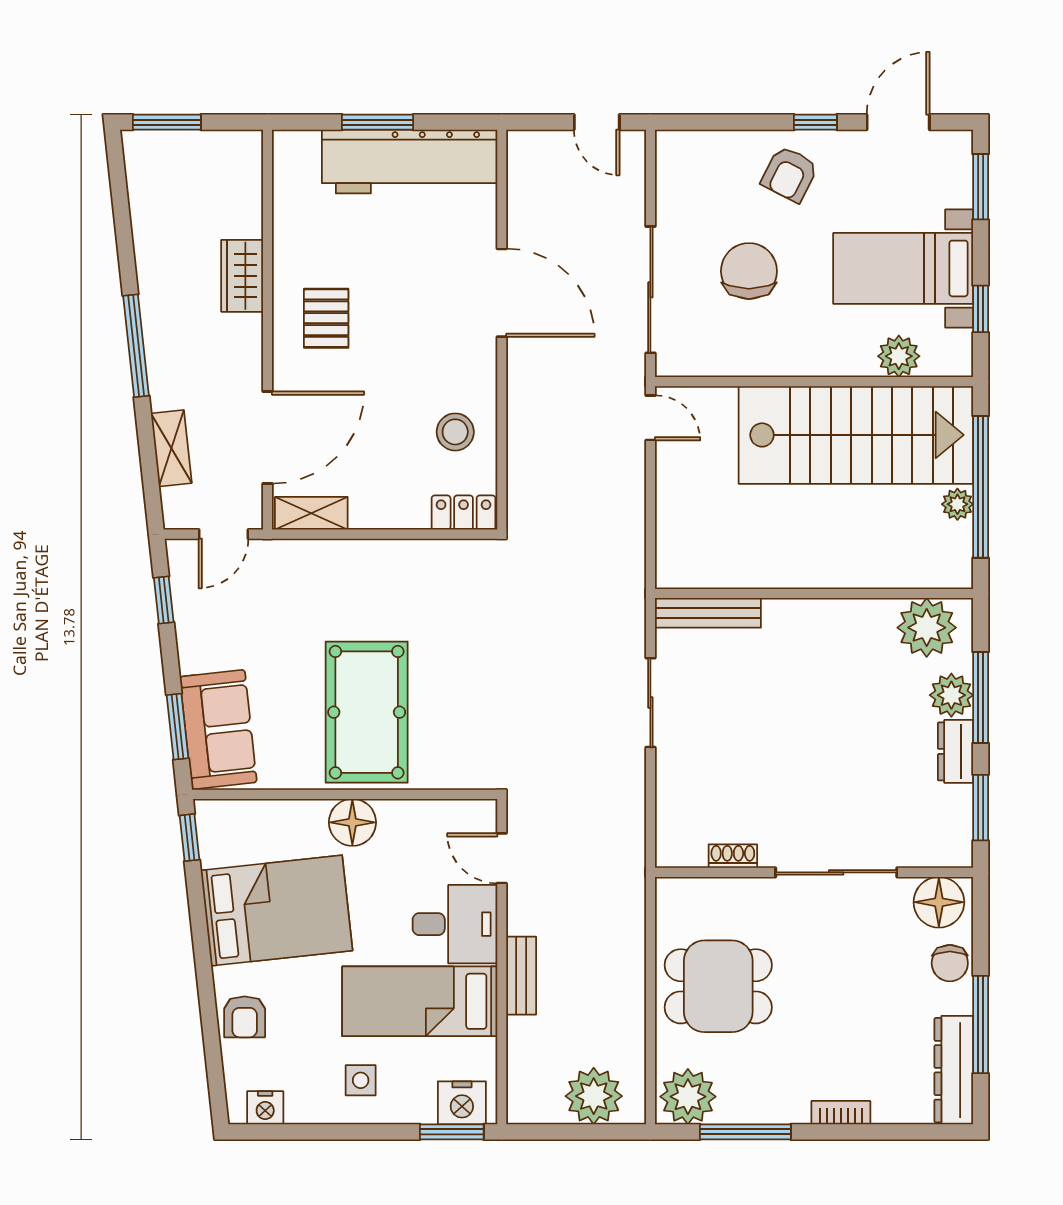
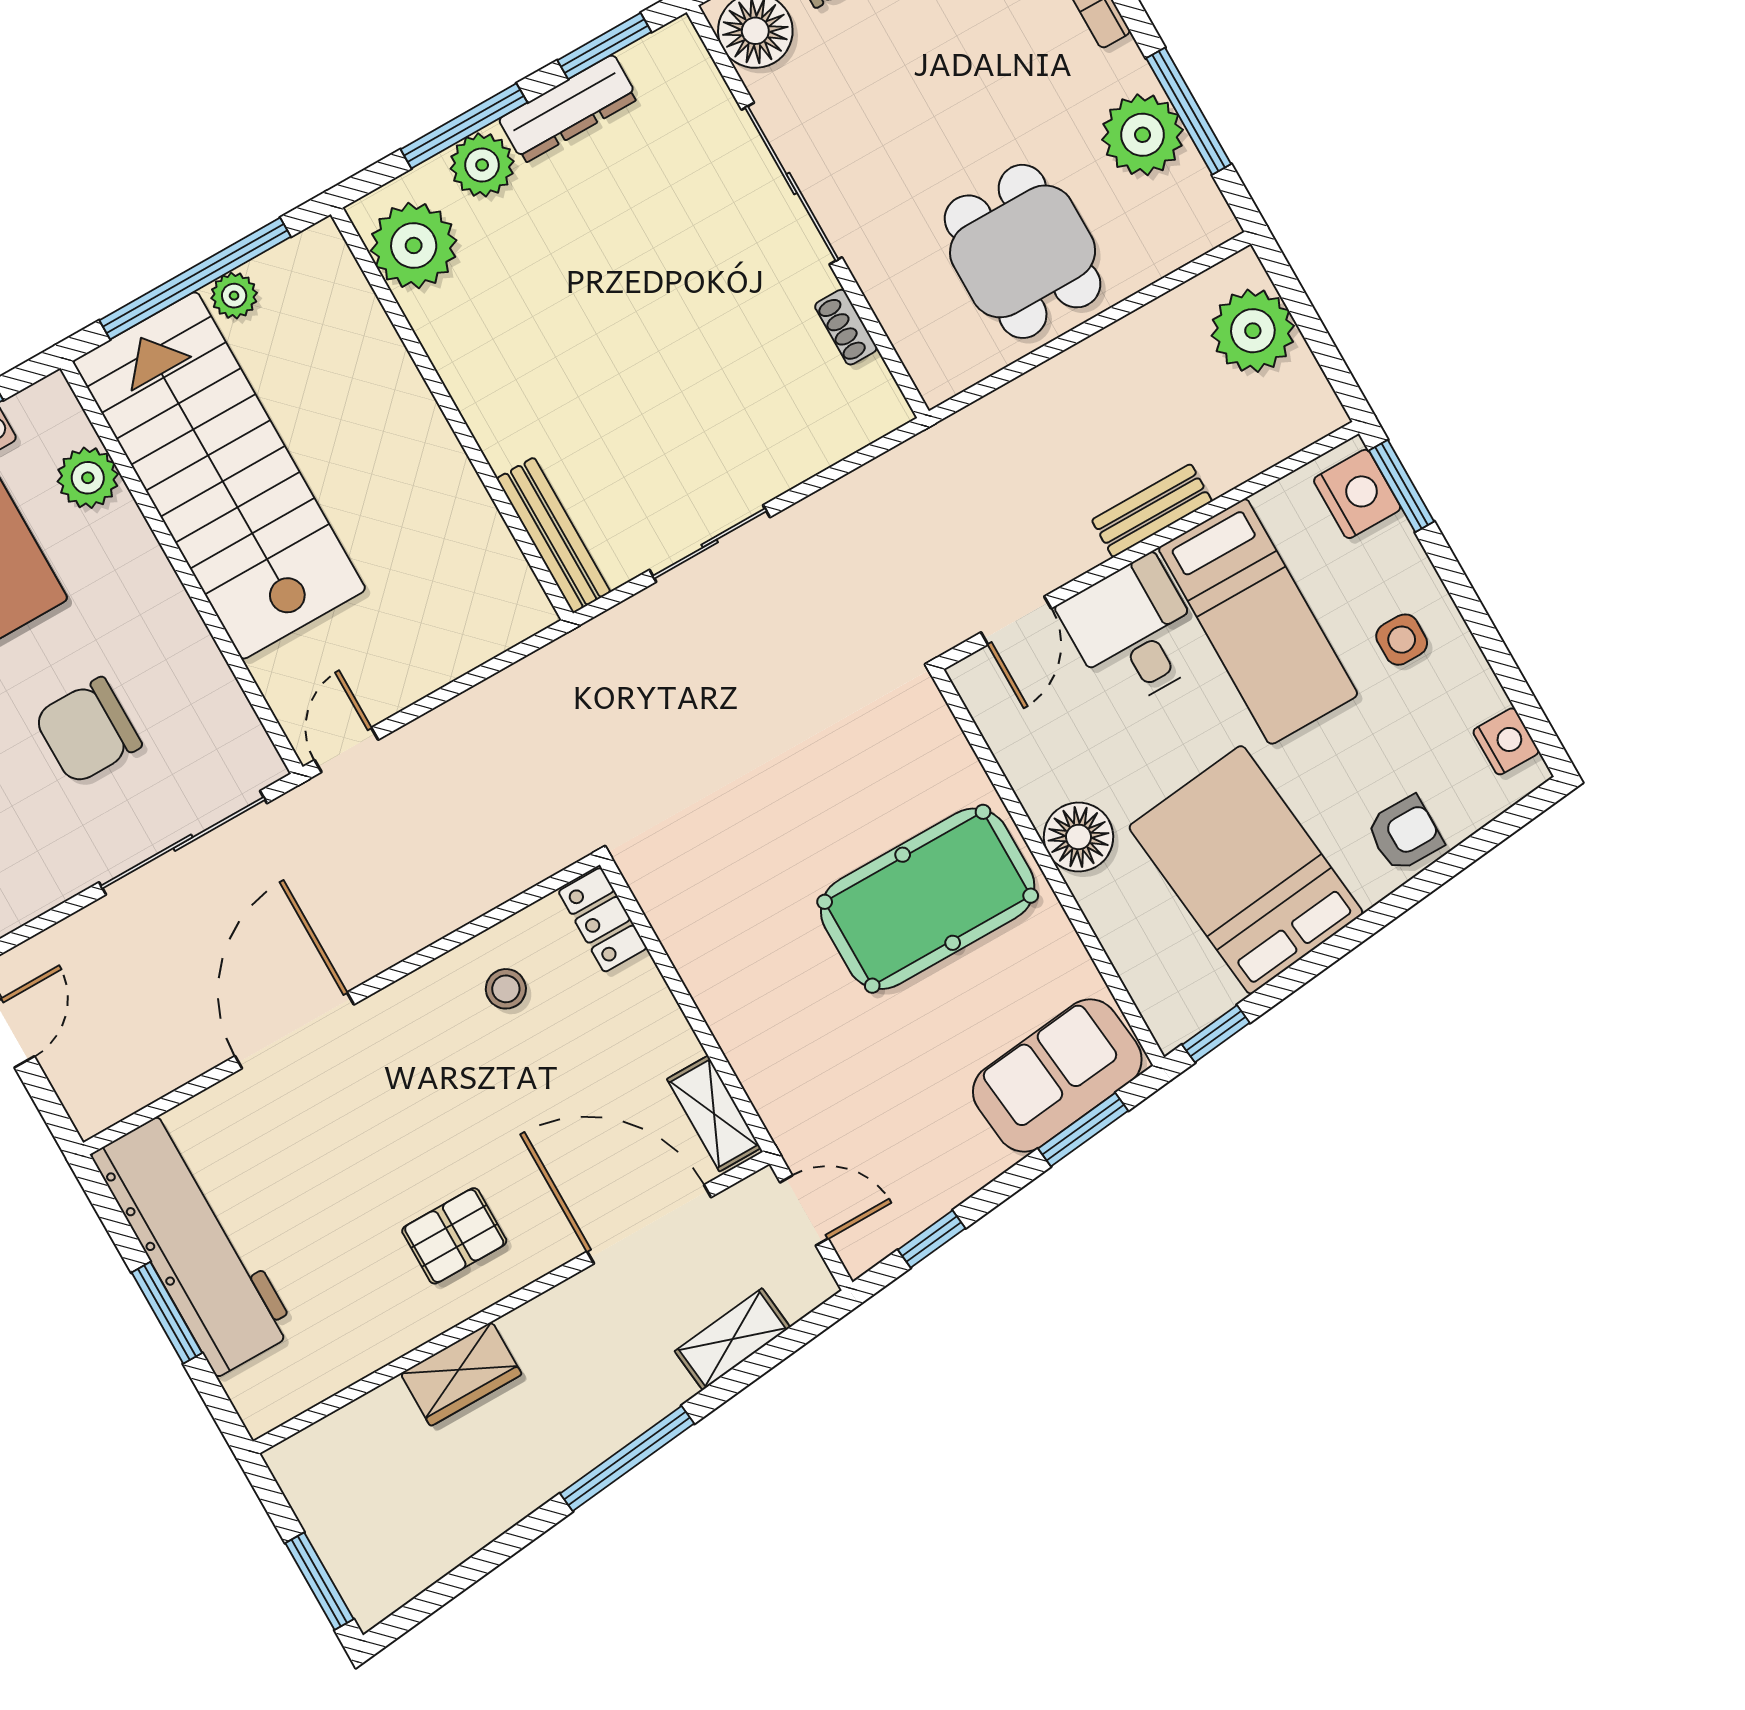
stool: (455, 432) -> (506, 989), width x0.73, depth x0.73
dresser: (955, 751) -> (569, 109), width x1.44
plant: (688, 1097) -> (1143, 135), moved

